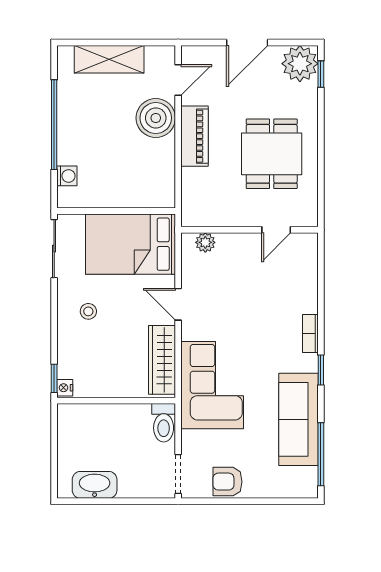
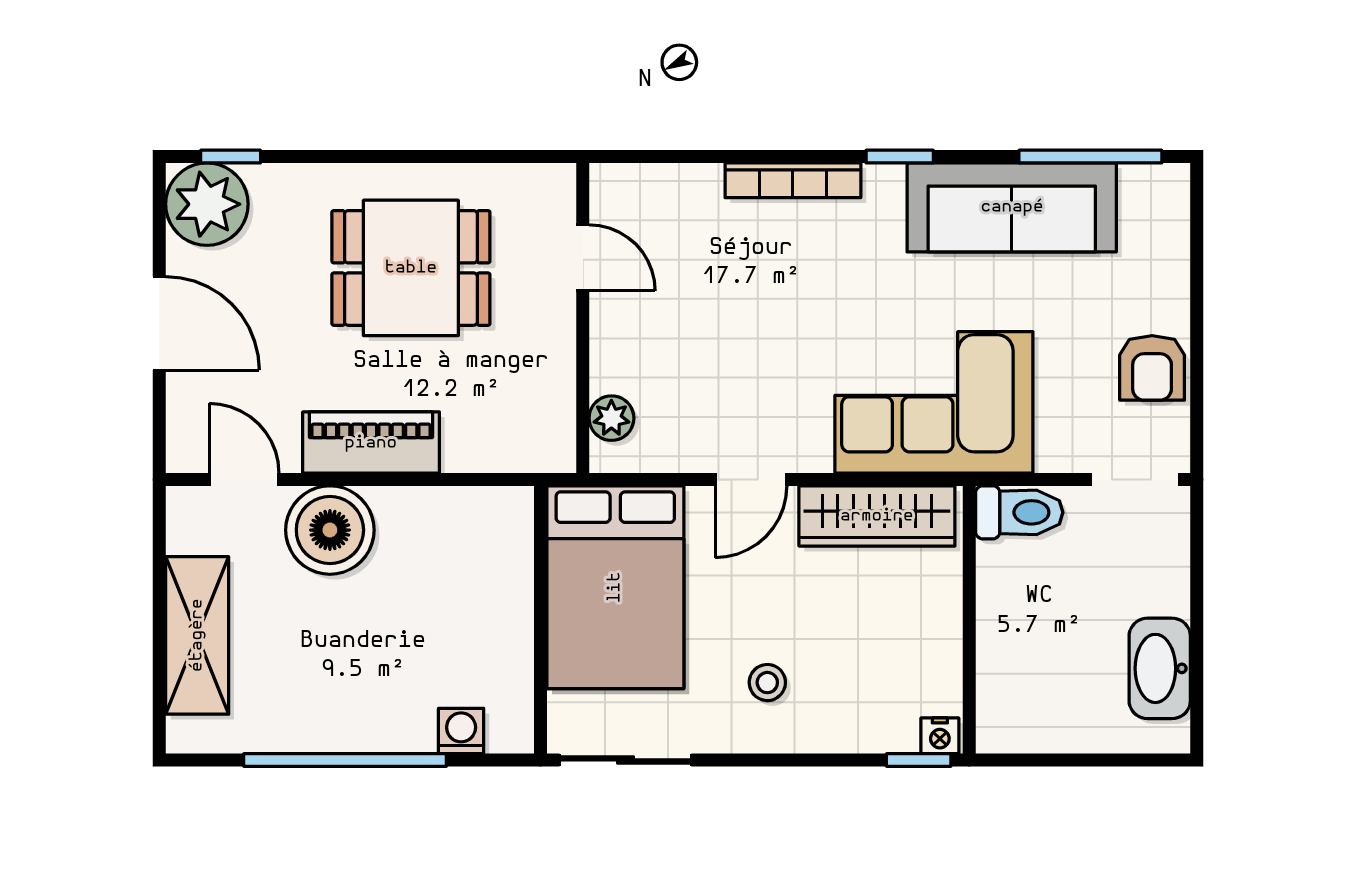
bookcase: (310, 334) -> (793, 180), width x1.56

